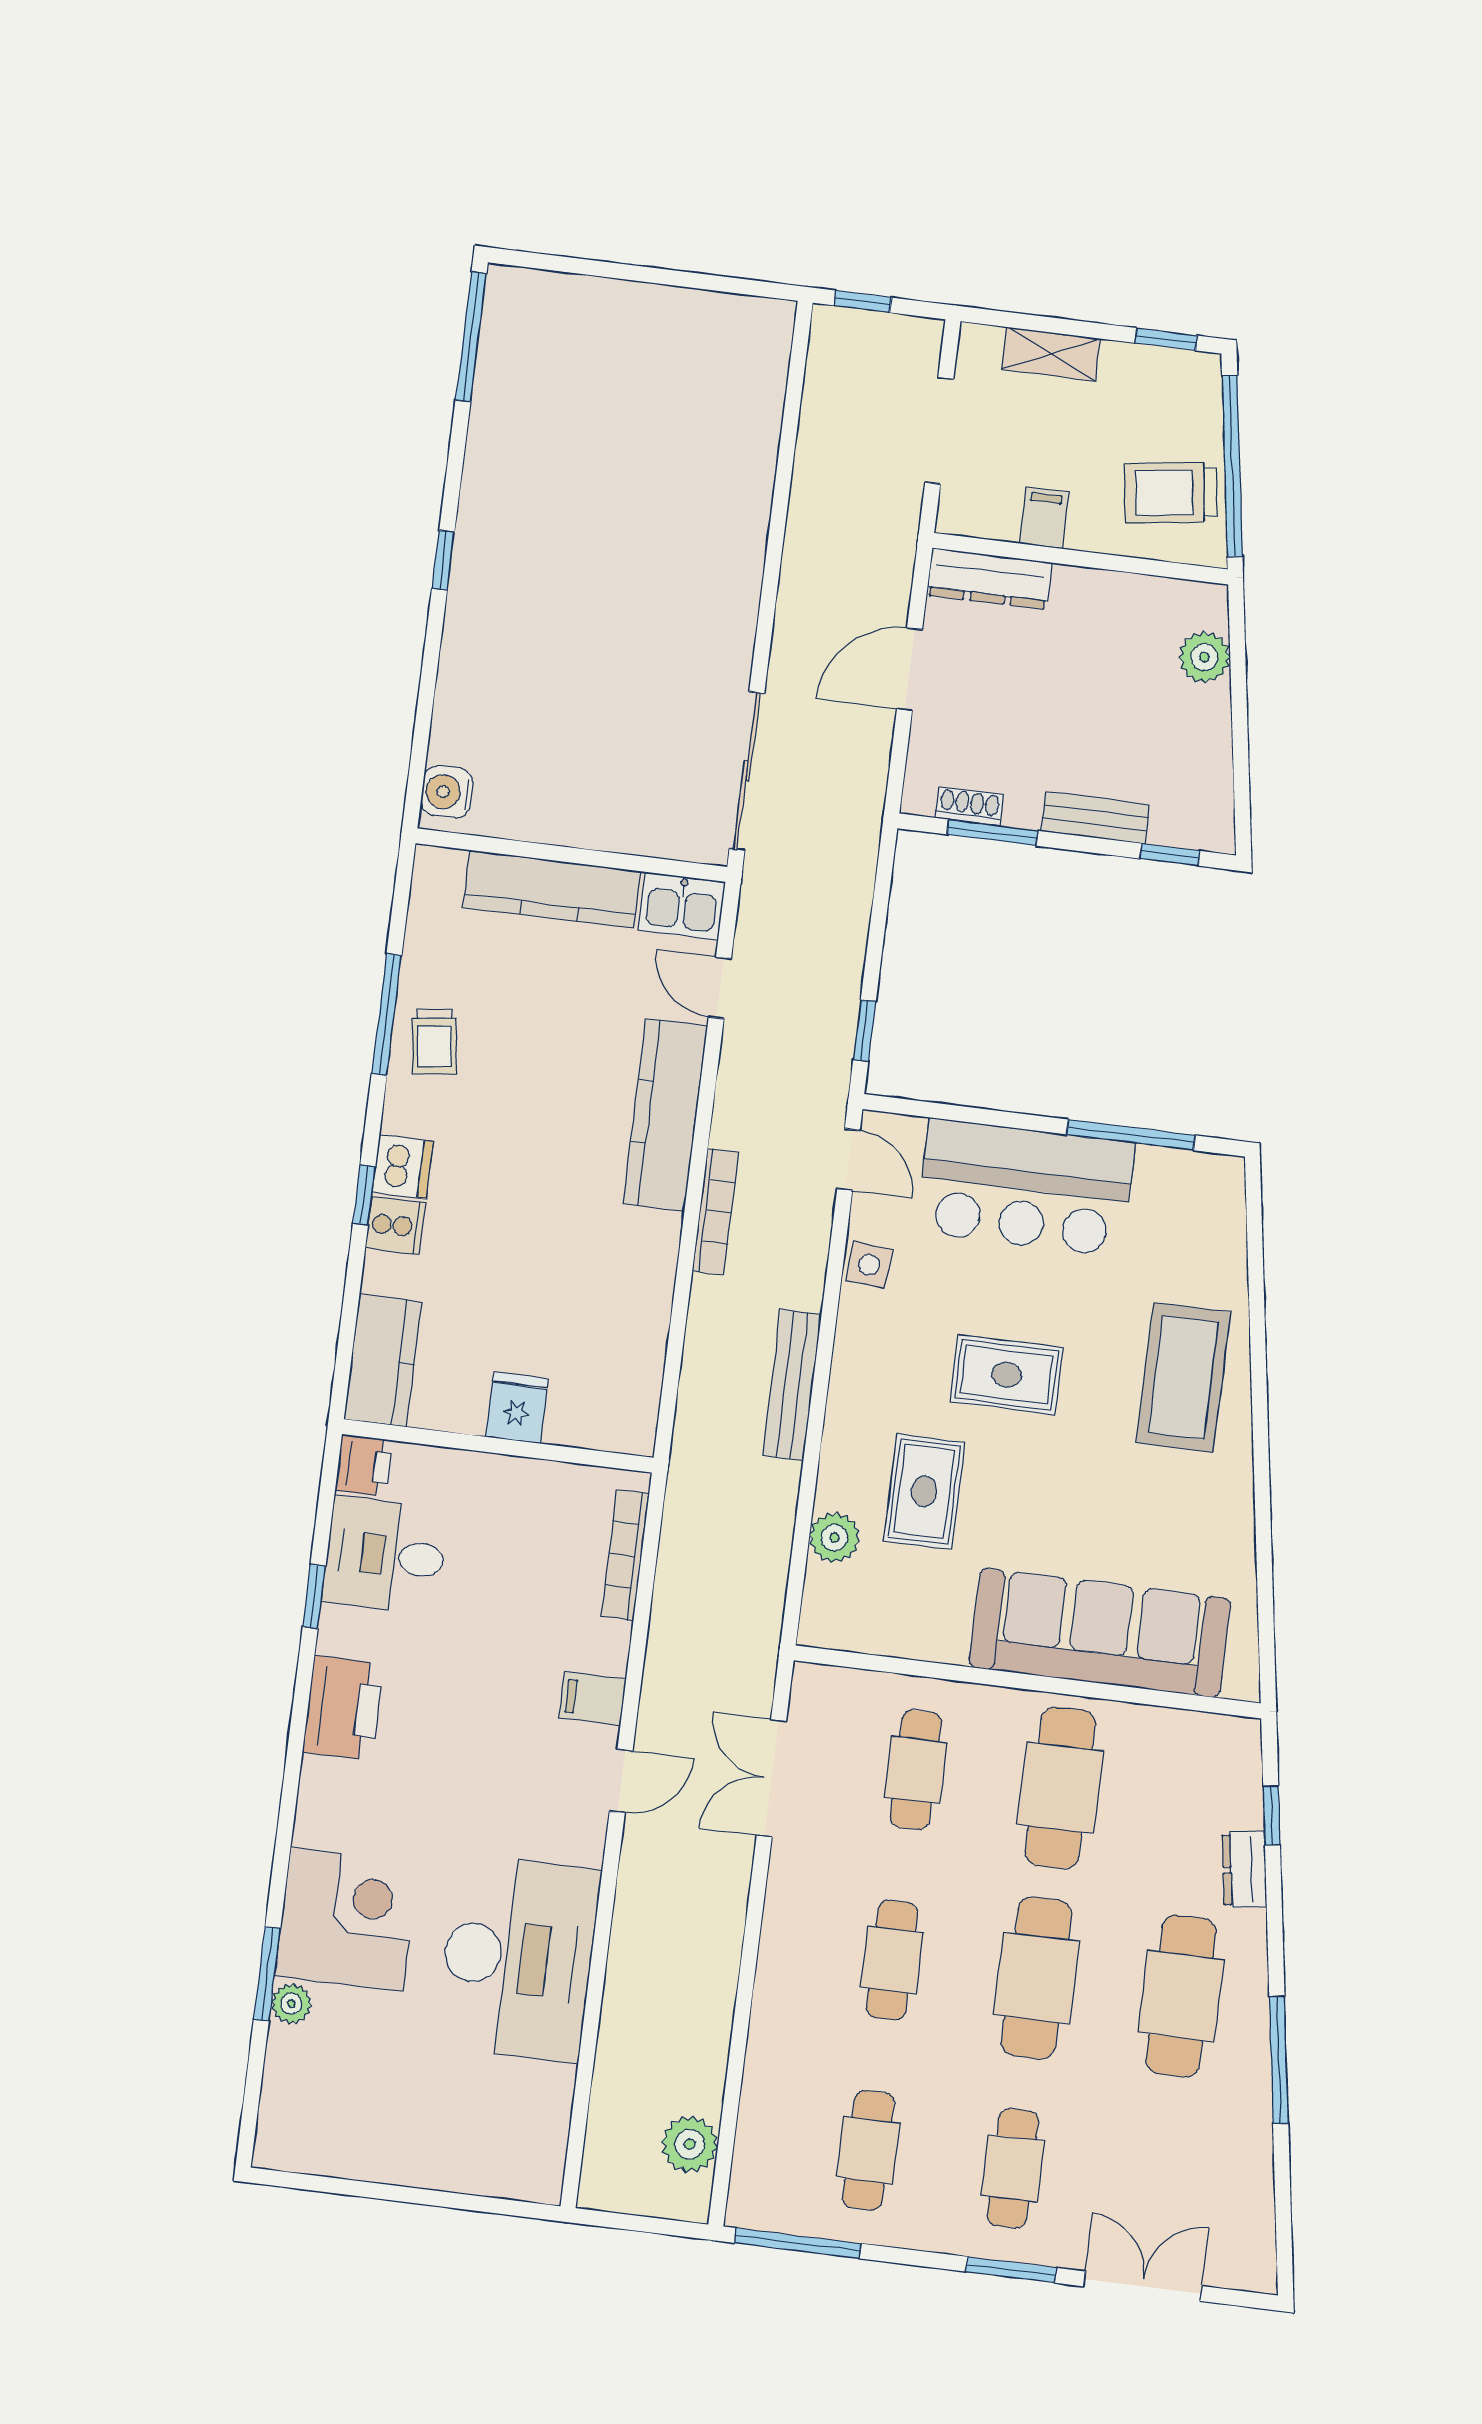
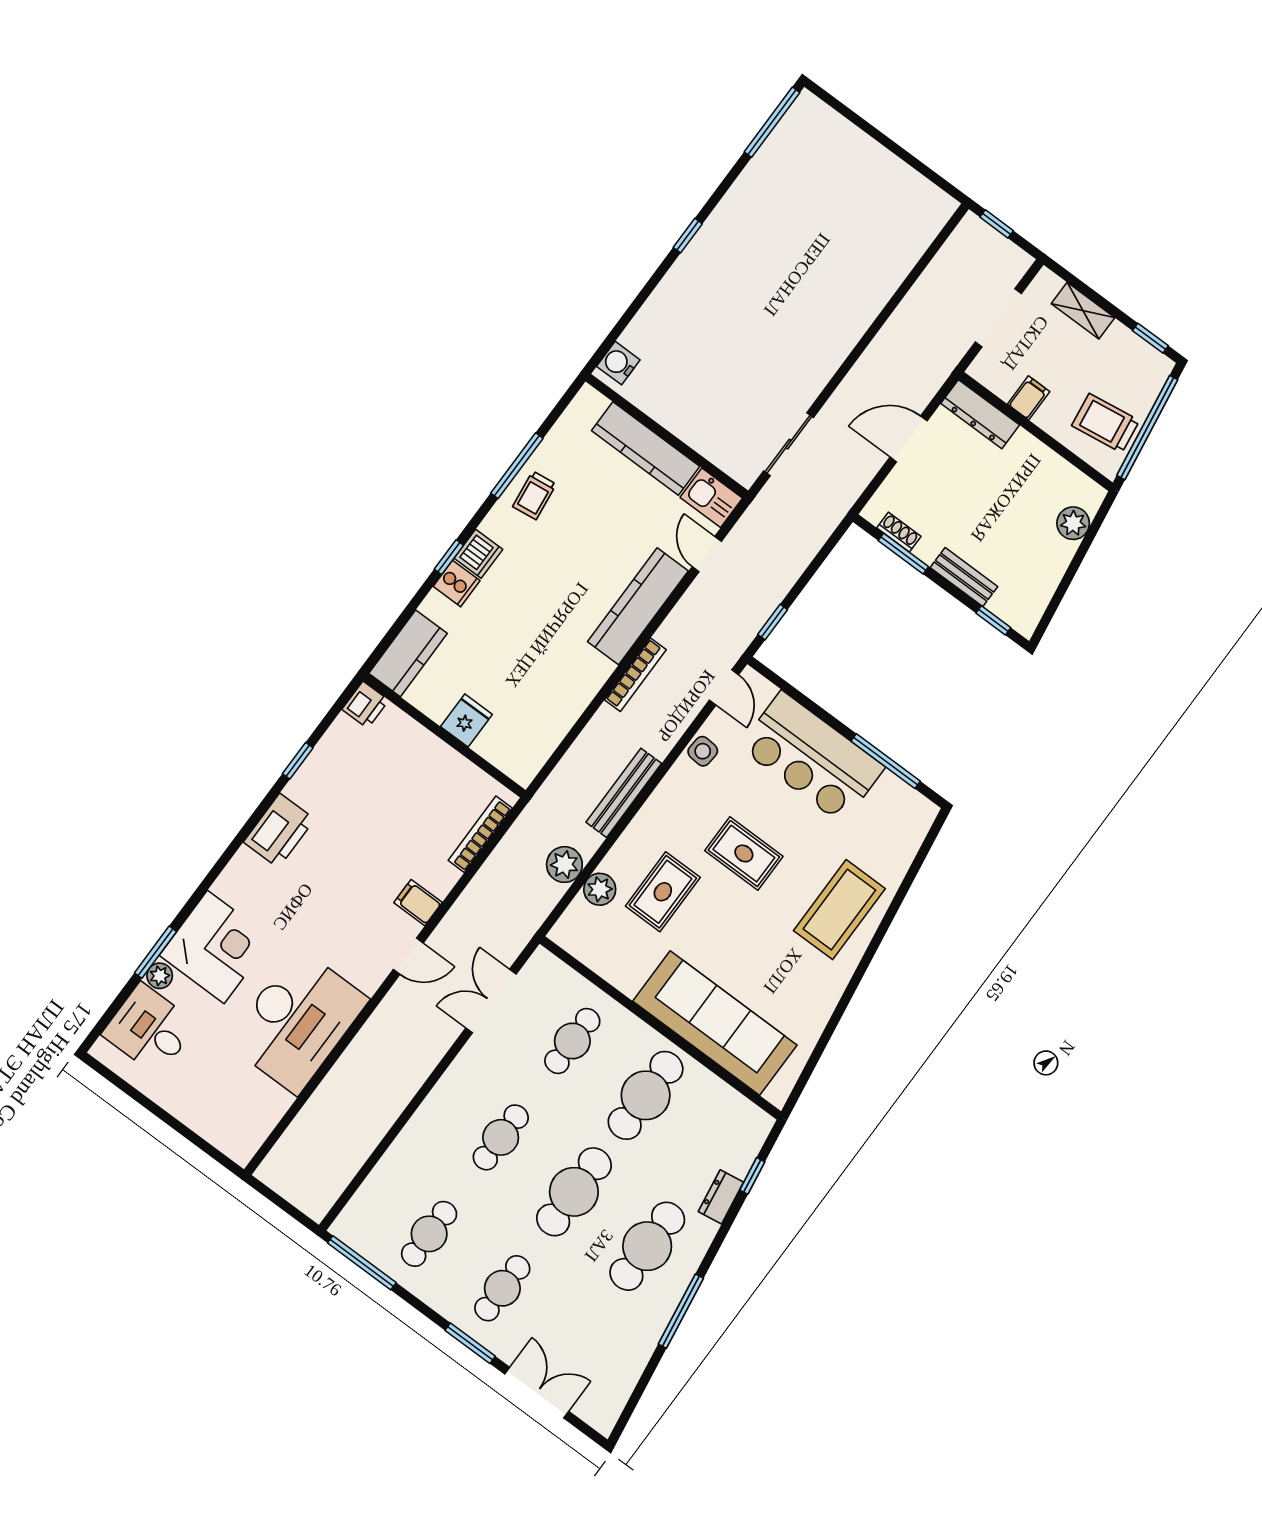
sliding door: (747, 771) -> (788, 444), width x0.73
desk: (385, 1555) -> (150, 1029), moved
plant: (690, 2144) -> (564, 865), moved

